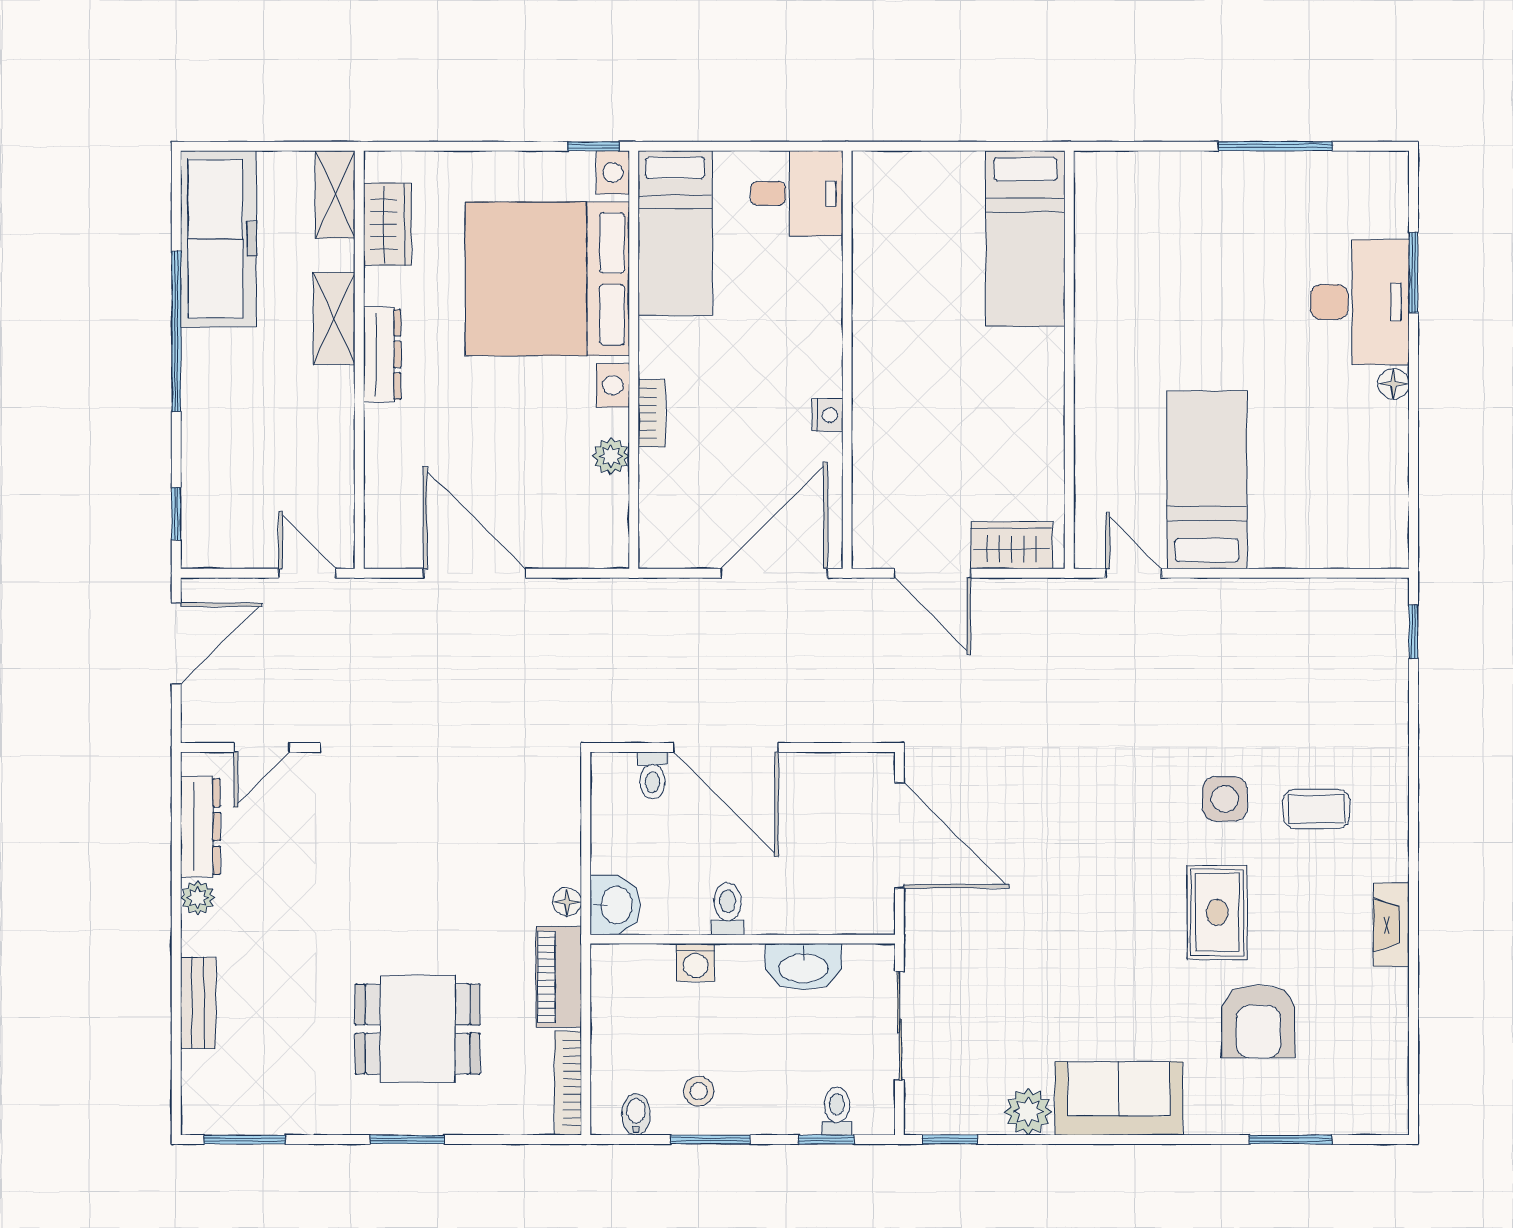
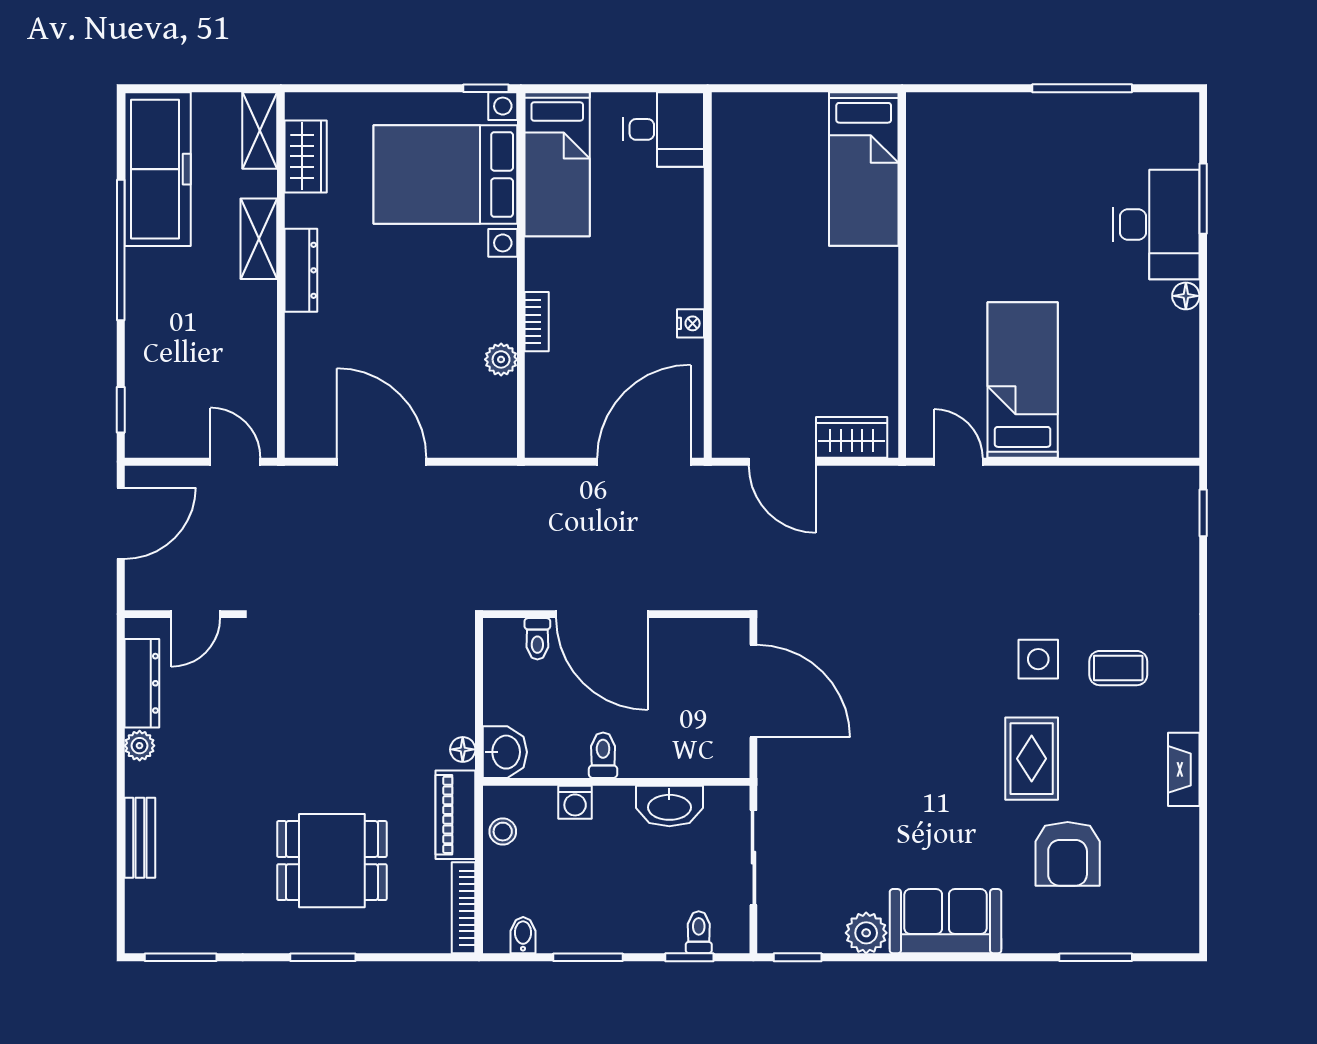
bed with nightstands: (547, 279) -> (445, 174), width x0.73
stool: (699, 1091) -> (503, 832), moved

